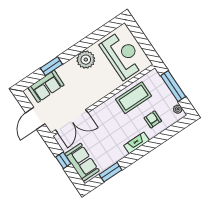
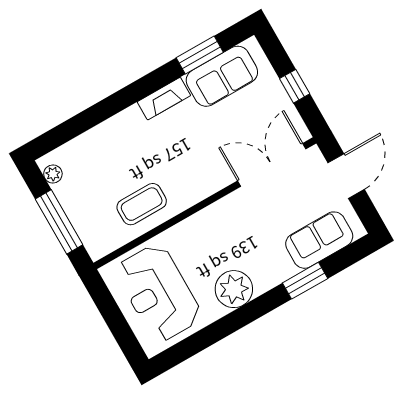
coffee table: (134, 98) -> (142, 204), width x0.73, depth x0.76
armchair: (153, 119) -> (106, 157), removed
fireplace: (137, 143) -> (164, 99), moved
sofa: (82, 162) -> (222, 76), moved, turned -90

